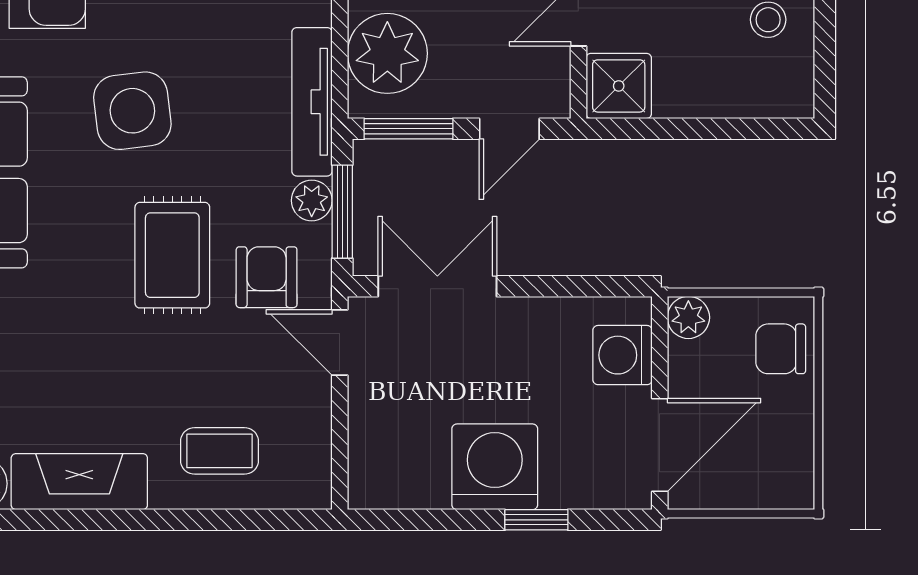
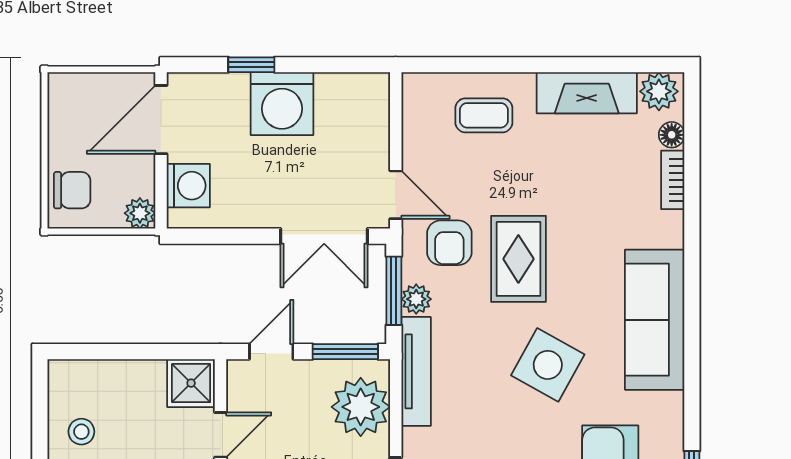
side table: (132, 111) -> (548, 365), turned 36

